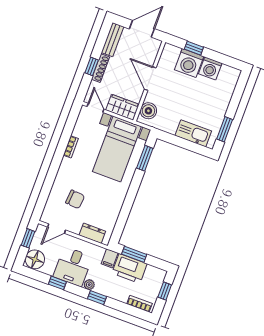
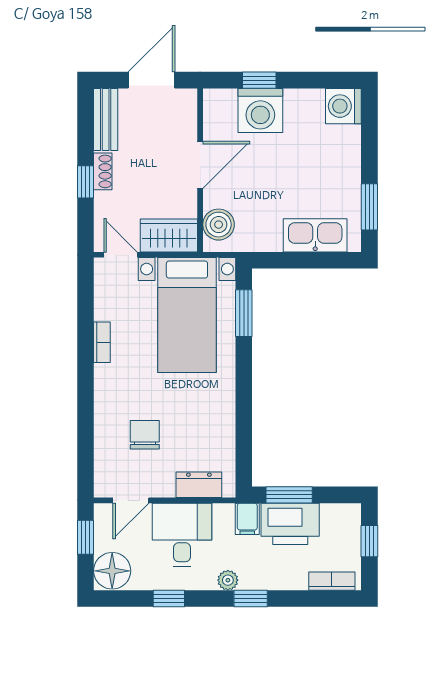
shoe rack: (100, 68) -> (103, 171), width x0.70
washing machine: (210, 68) -> (343, 106), moved, turned 90
door: (150, 79) -> (200, 165), swing flipped
chair: (75, 199) -> (145, 435), turned -95
desk: (73, 267) -> (182, 535), moved, turned 180

